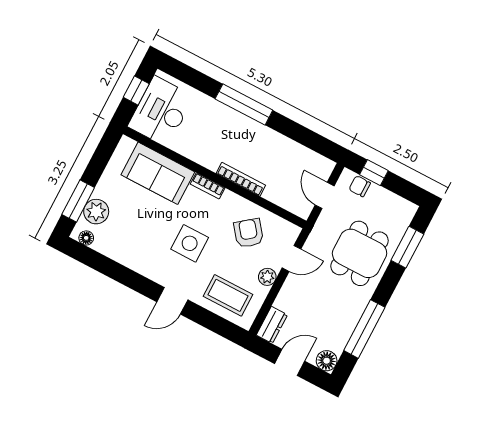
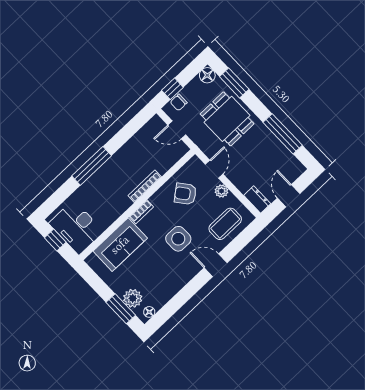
door: (172, 301) -> (216, 265), swing flipped
floor lamp: (327, 361) -> (207, 75), moved

